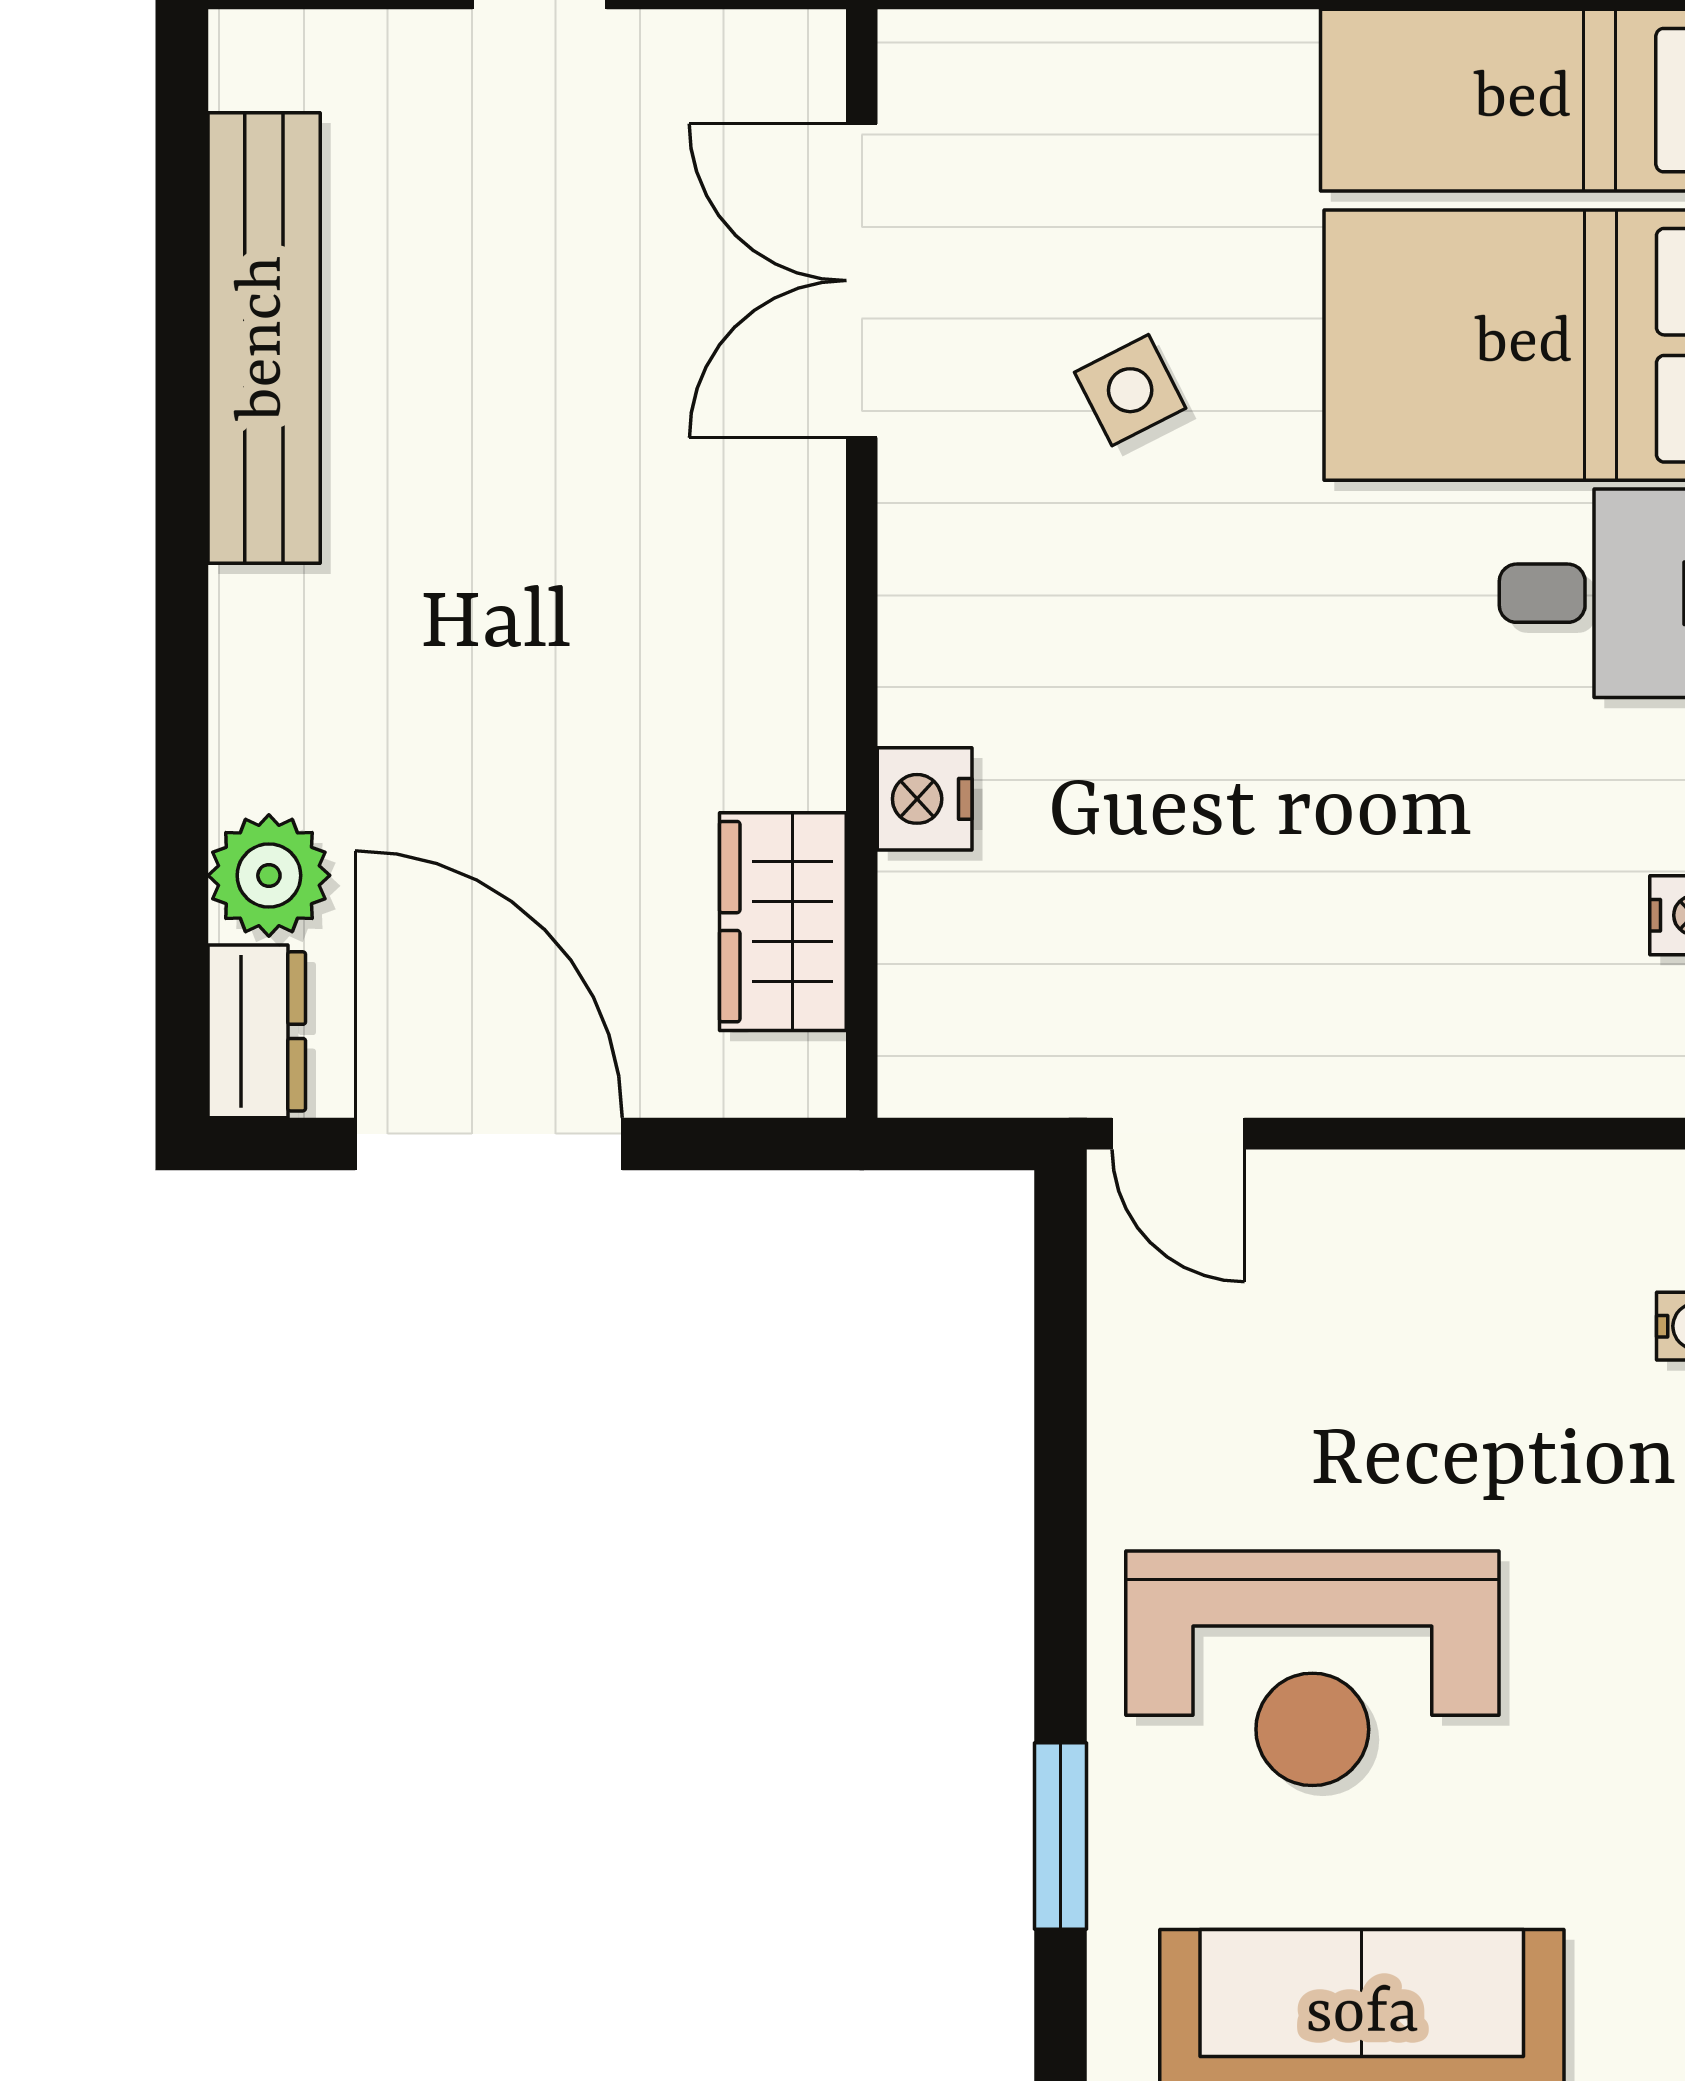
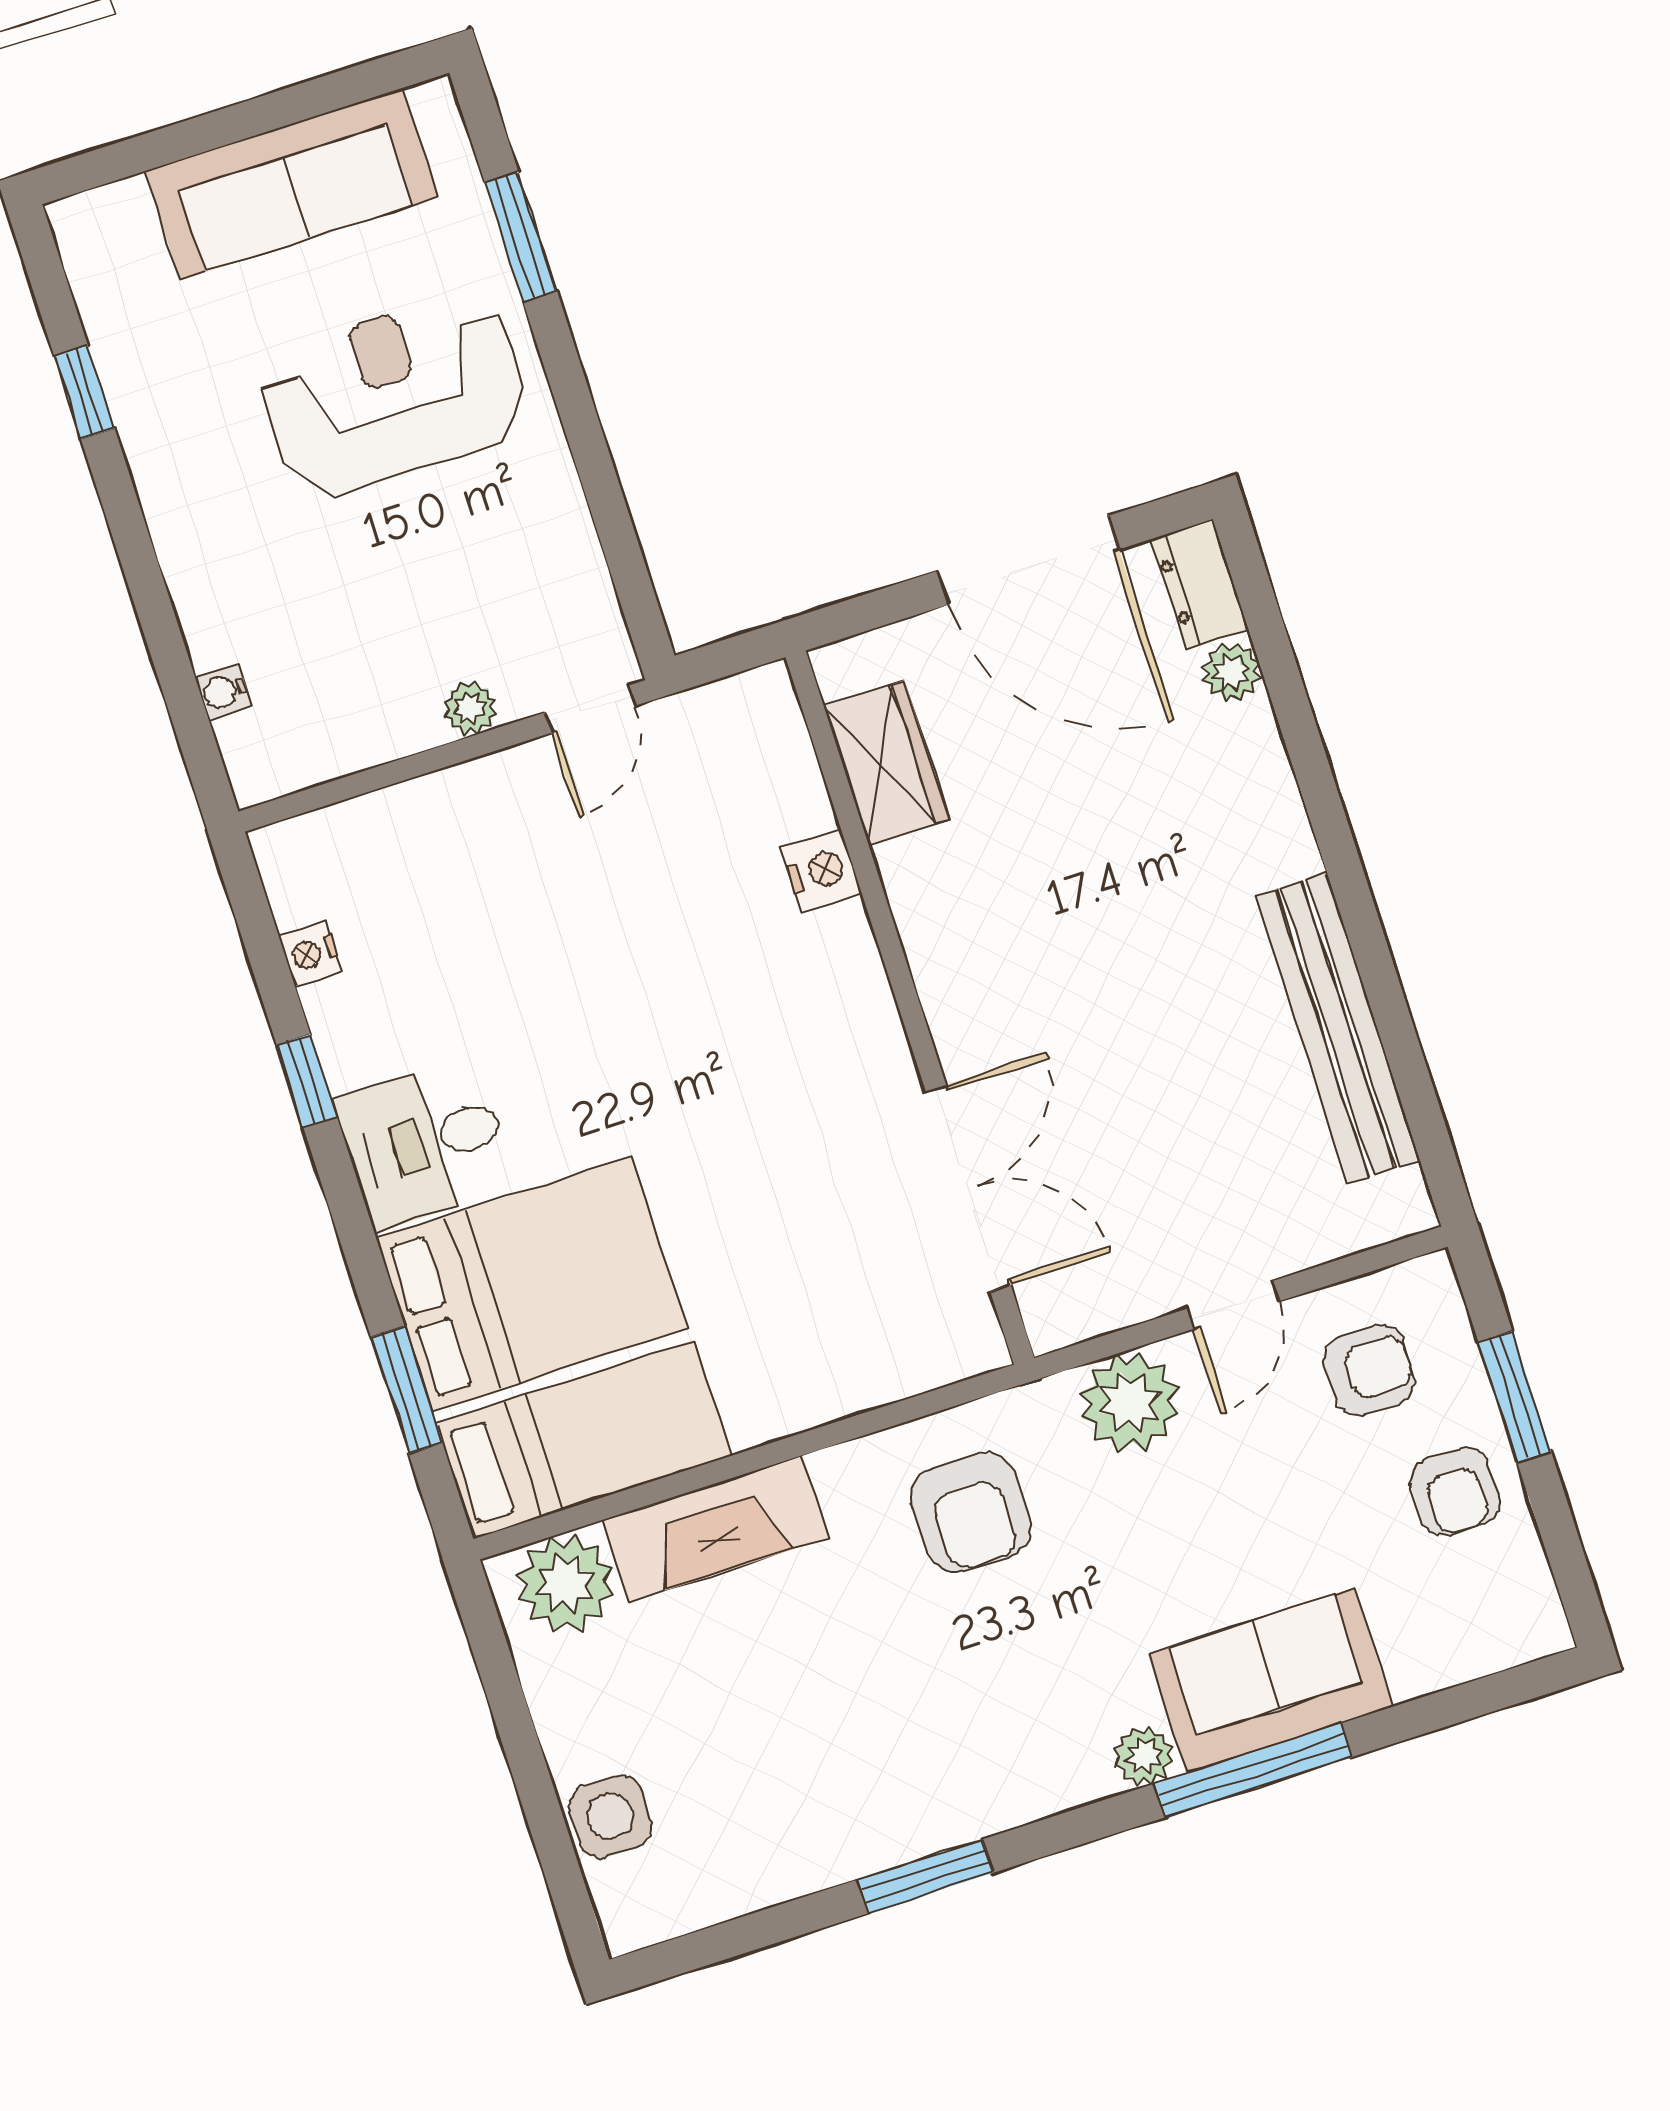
side table: (1130, 390) -> (774, 1174), removed
plant: (269, 875) -> (1231, 672), width x0.73, depth x0.73
door: (1178, 1134) -> (590, 709), swing flipped
plant: (1348, 1190) -> (470, 708), added

